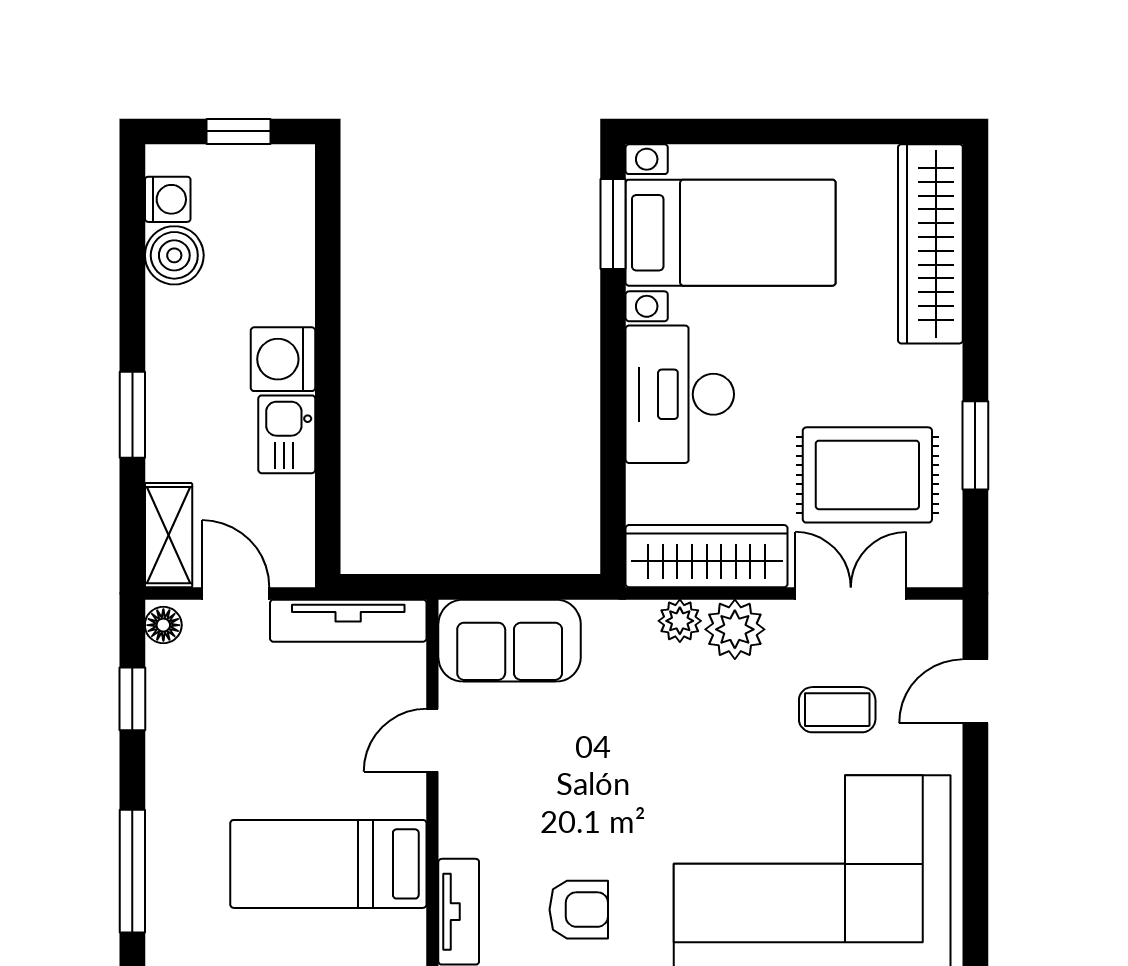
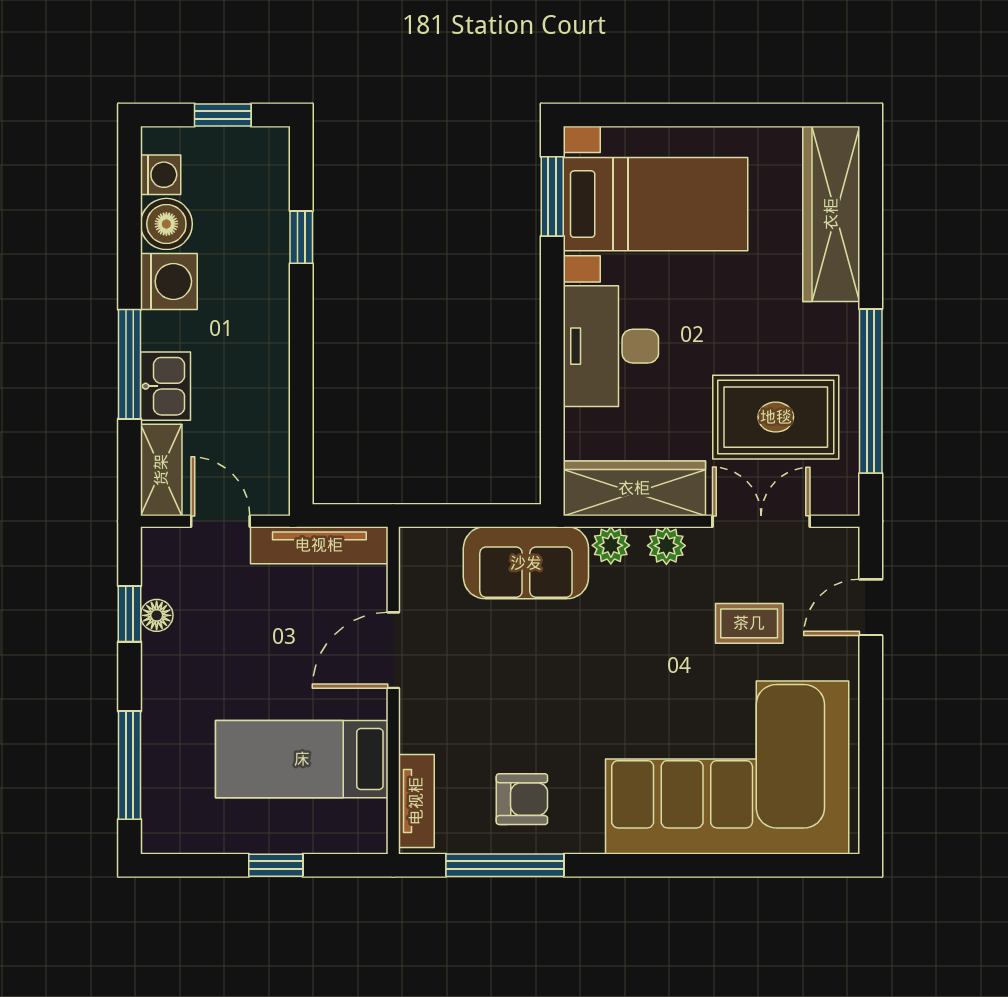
window: (328, 270) -> (301, 237), added
washing machine: (283, 359) -> (169, 281), moved, turned 180
window: (132, 415) -> (130, 364), width x1.44
kitchen sink: (287, 434) -> (166, 386), moved, turned 180
window: (975, 445) -> (871, 391), width x2.11
floor lamp: (163, 625) -> (157, 615), moved
plant: (735, 629) -> (666, 546), width x0.73, depth x0.73
sofa: (510, 641) -> (526, 563), moved
door: (432, 740) -> (393, 650), width x1.38

